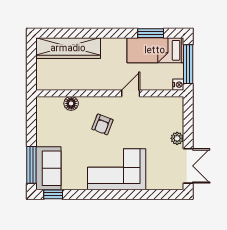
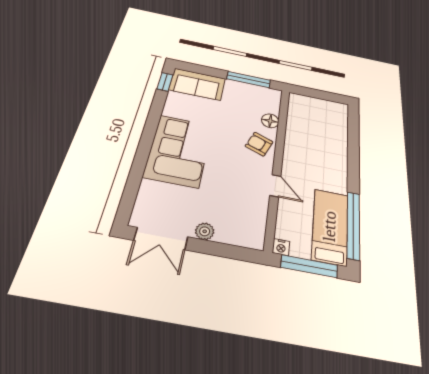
window: (151, 33) -> (353, 225), width x2.11
wardrobe: (68, 48) -> (336, 131), removed
armchair: (102, 124) -> (259, 144), moved
window: (31, 165) -> (249, 80), moved

